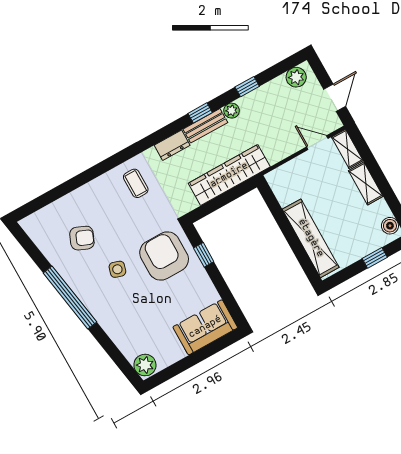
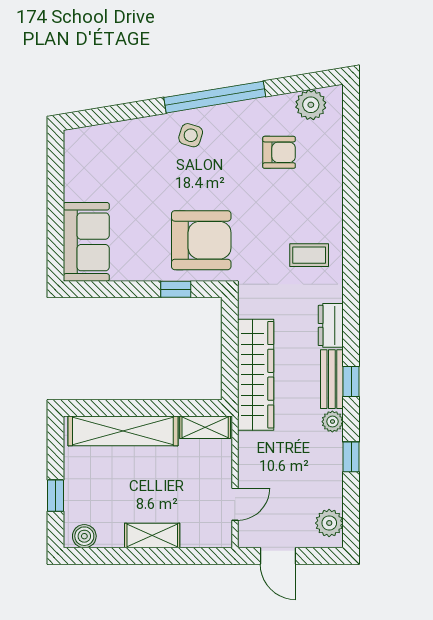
shelving: (347, 149) -> (205, 427), moved
armchair: (82, 238) -> (279, 152), turned -113
side table: (117, 269) -> (191, 135), moved
plant: (145, 365) -> (311, 105), moved

